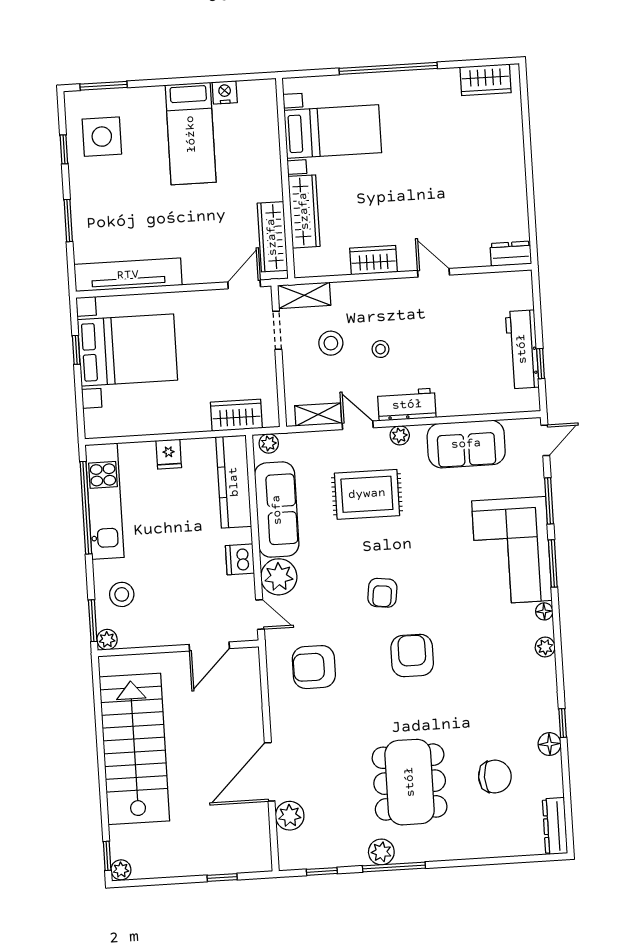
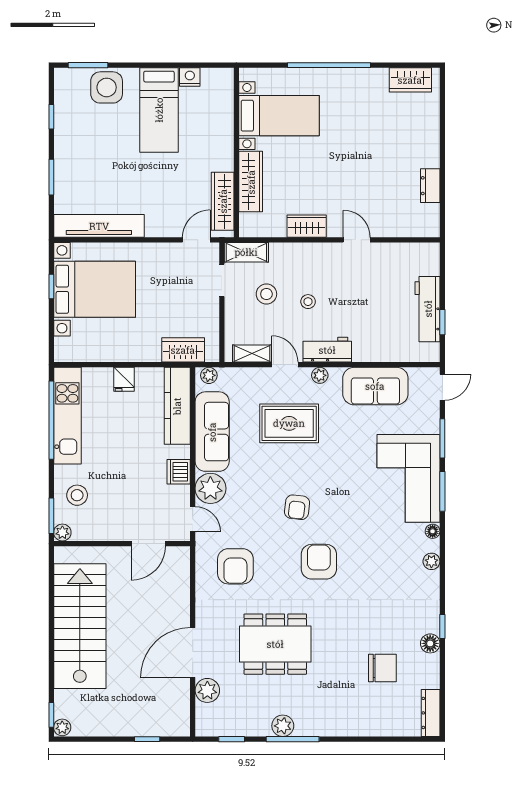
side table: (102, 137) -> (107, 87), moved
dresser: (511, 254) -> (430, 186), moved, turned -90
armchair: (314, 667) -> (235, 566), turned -90
dining table: (410, 782) -> (275, 644), moved, turned 90

